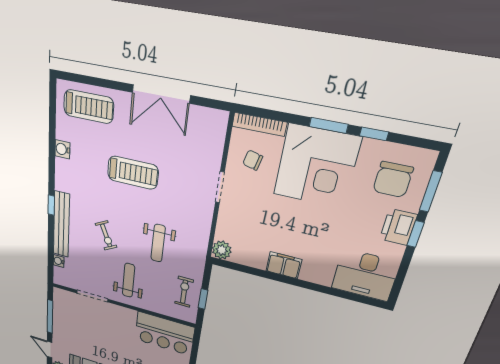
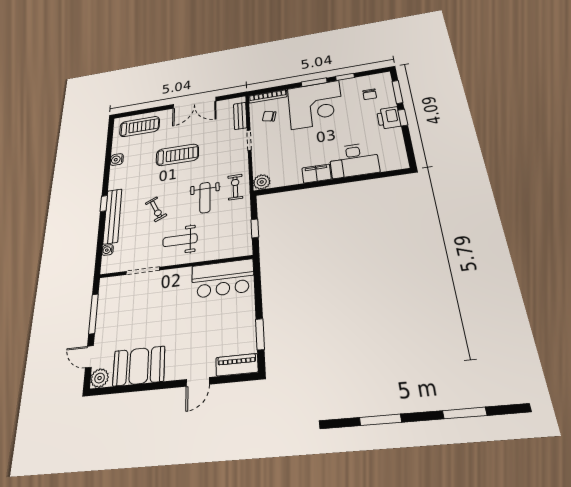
bench: (216, 143) -> (240, 116), added
chair: (393, 180) -> (370, 94), width x0.54, depth x0.54
desk: (365, 275) -> (354, 160), moved
weight bench: (129, 280) -> (180, 240), turned -90
exercise bike: (184, 292) -> (235, 187), moved

